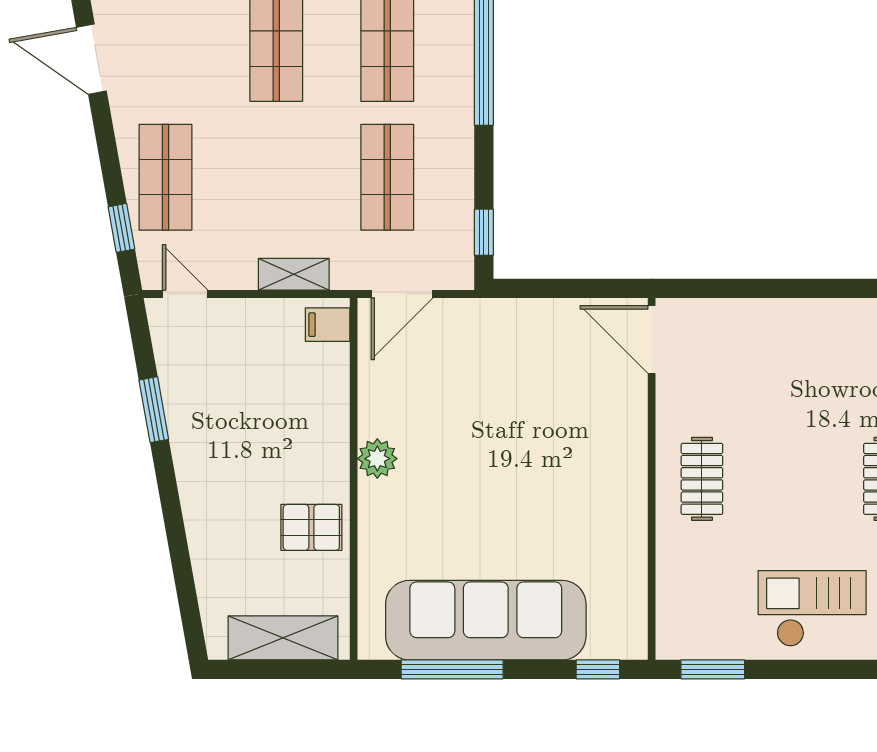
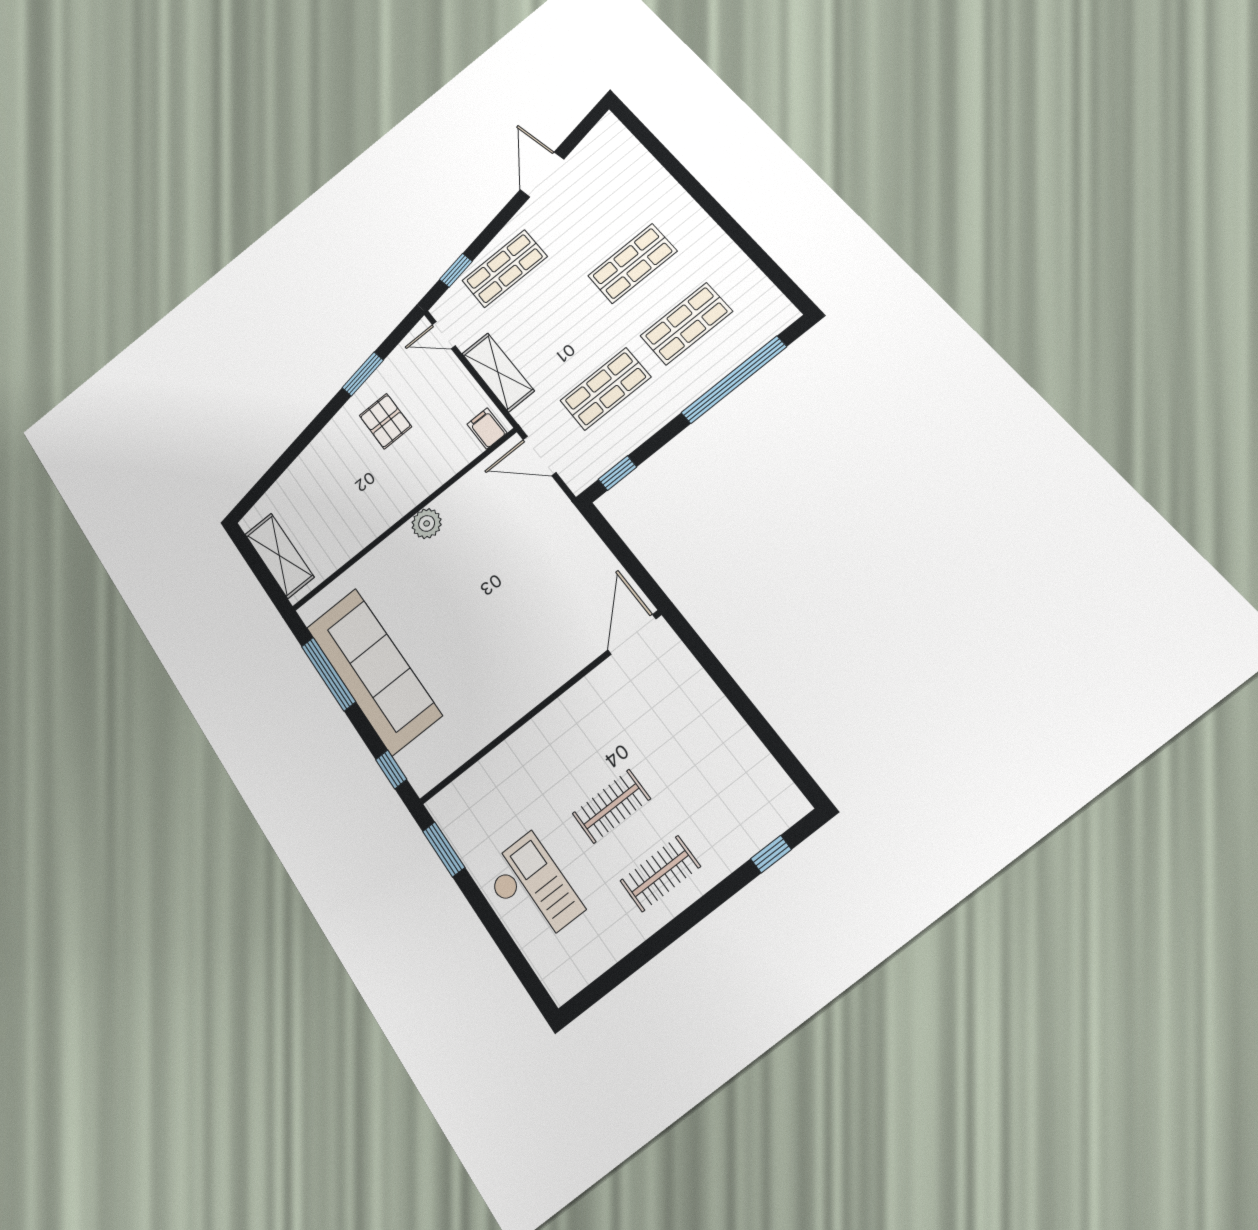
shelving: (294, 274) -> (498, 372), width x1.50, depth x1.33
door: (185, 294) -> (444, 335), swing flipped
clothes rail: (702, 479) -> (611, 806), moved
pallet: (311, 527) -> (385, 421), moved

